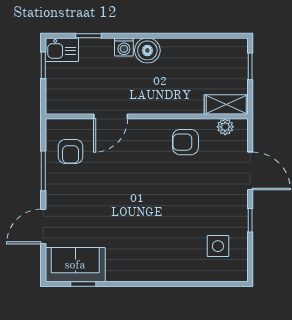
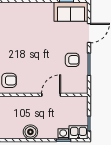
washing machine: (124, 47) -> (63, 134), moved
armchair: (71, 151) -> (72, 60), moved, turned 90

